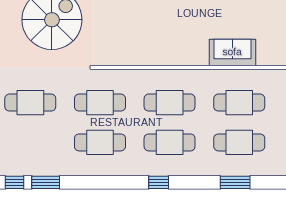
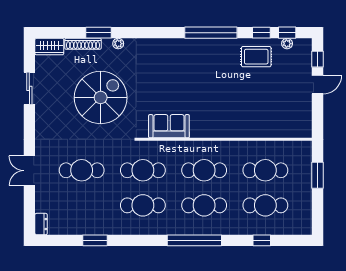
sofa: (232, 52) -> (169, 126), moved
window: (14, 182) -> (68, 240), removed
window: (159, 182) -> (194, 240), width x3.17
window: (235, 182) -> (262, 240), width x0.67

